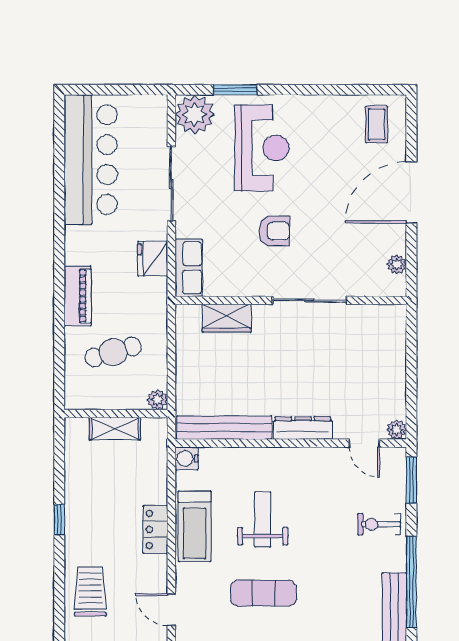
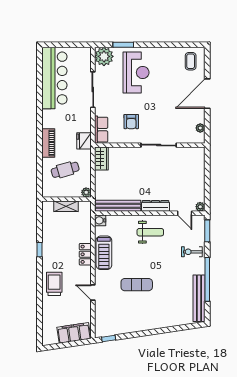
armchair: (274, 231) -> (131, 122), moved, turned 90
fridge: (153, 259) -> (84, 141), moved
wardrobe: (227, 318) -> (101, 158), moved, turned -90
weight bench: (263, 520) -> (150, 232), moved, turned 90

